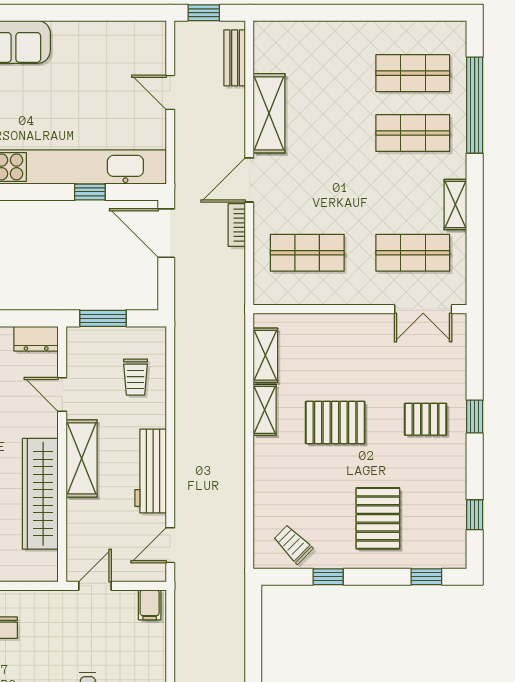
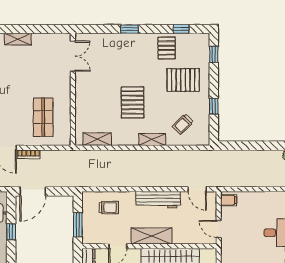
shop shelf: (413, 253) -> (43, 62), removed
shelving: (265, 410) -> (152, 140), moved
pallet: (426, 419) -> (167, 48), moved
trolley: (293, 544) -> (183, 124), moved

